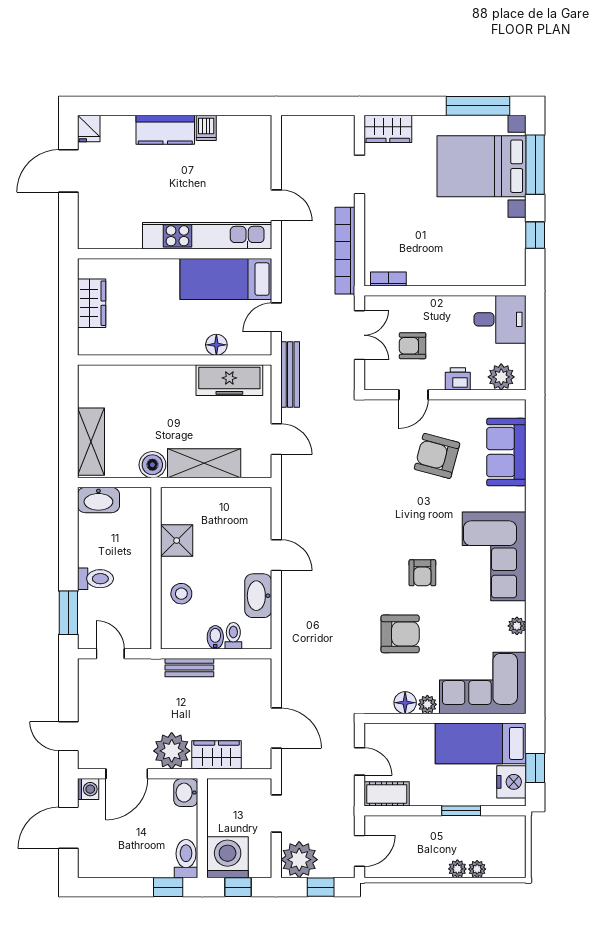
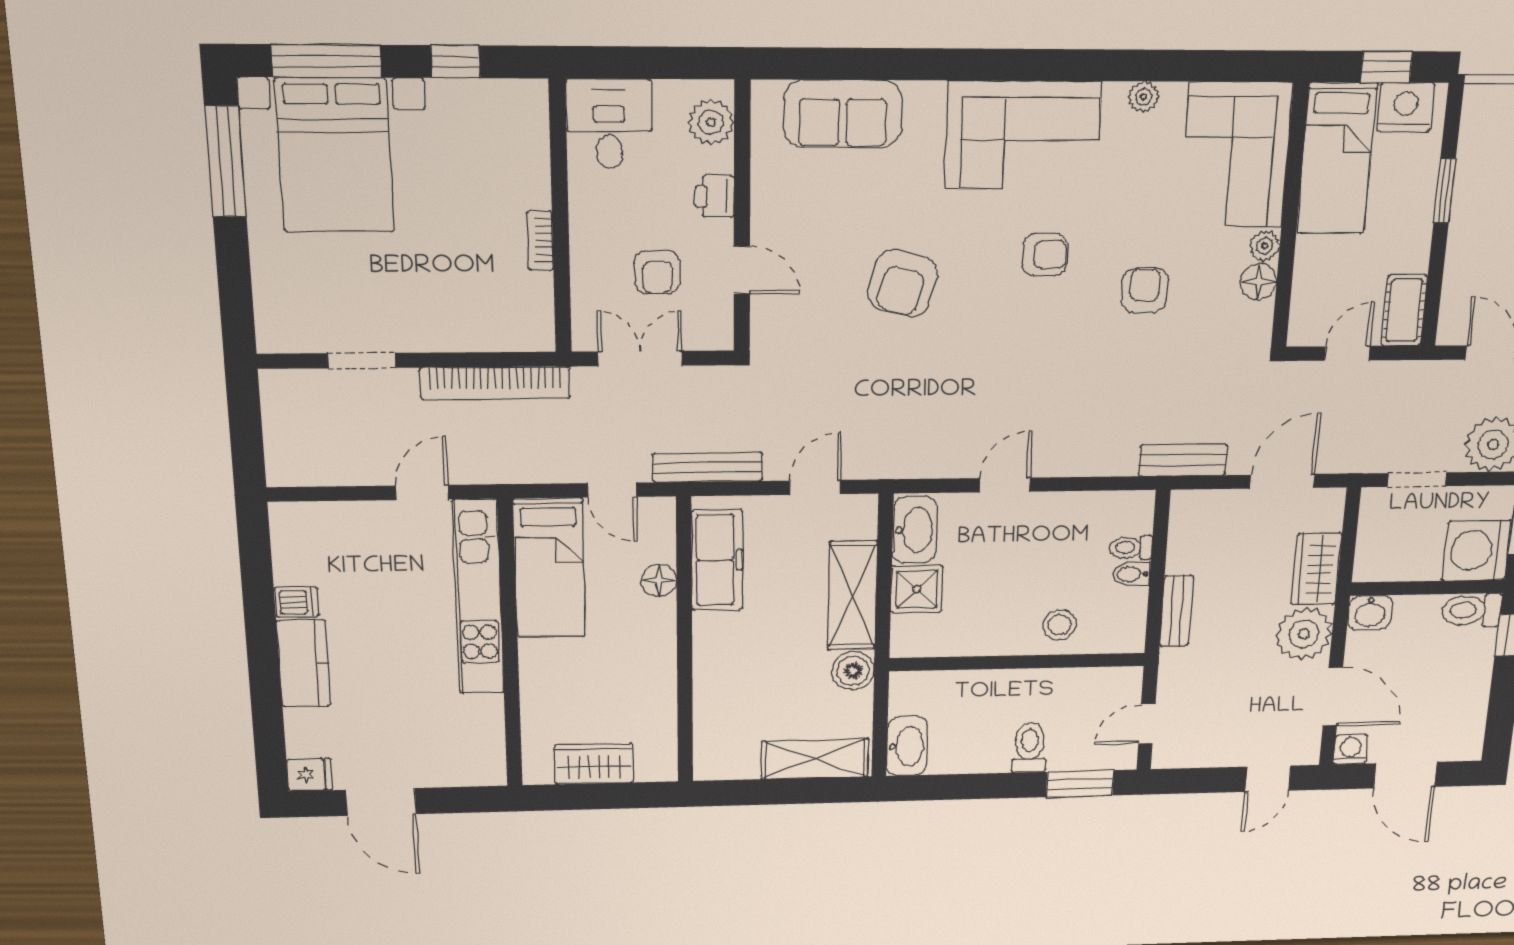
wardrobe: (388, 129) -> (278, 314), removed
bookcase: (388, 279) -> (540, 241), moved
armchair: (437, 456) -> (902, 284), moved
shower: (177, 540) -> (917, 589), moved
washbasin: (258, 596) -> (915, 530), moved, turned -90
armchair: (400, 634) -> (1145, 290), width x0.72, depth x0.72
bench: (291, 665) -> (1183, 460), added

